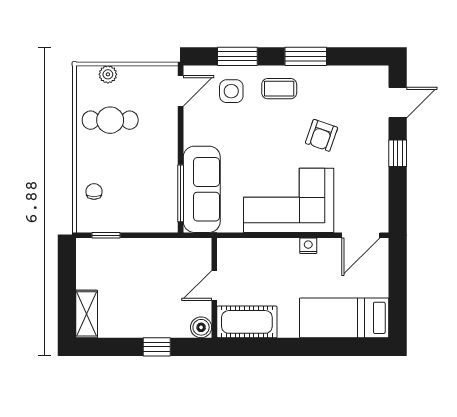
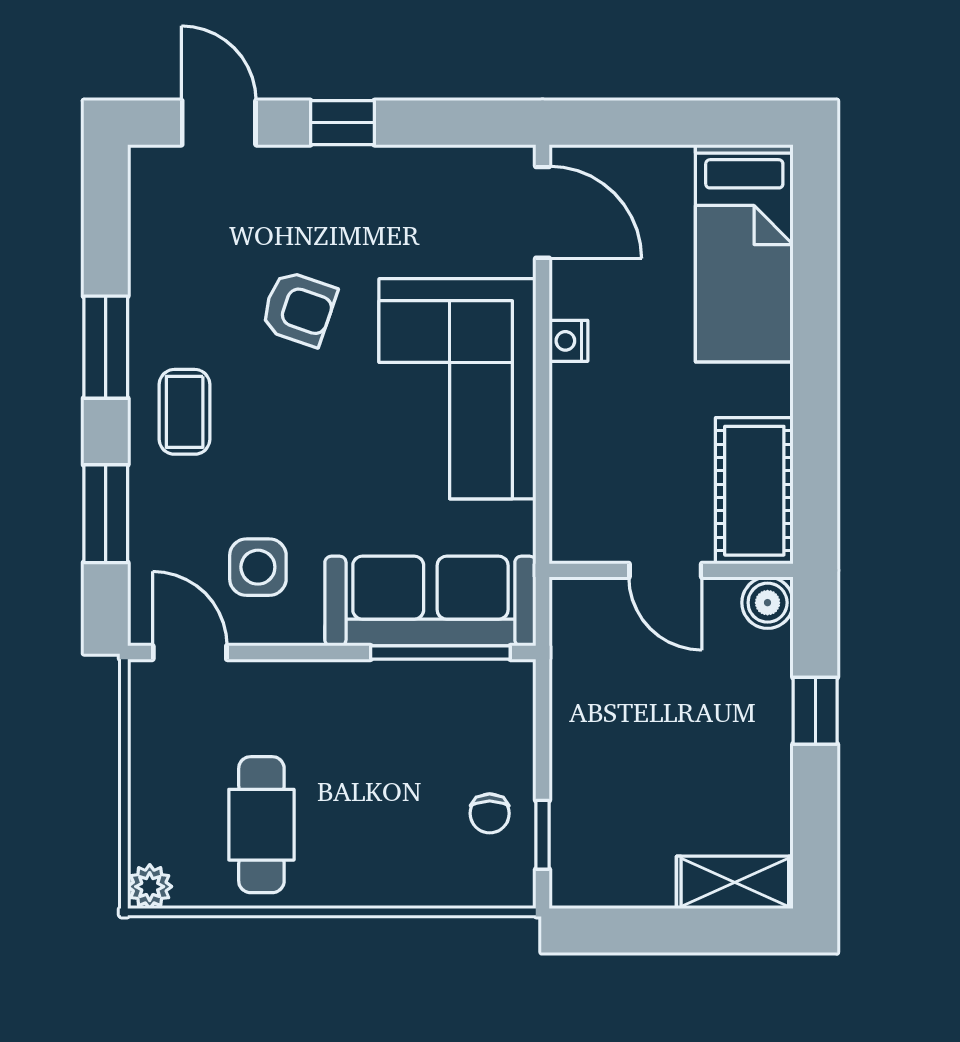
plant: (108, 74) -> (150, 887), moved
side table: (231, 91) -> (258, 567), moved
chair: (94, 191) -> (490, 813), moved, turned -90

